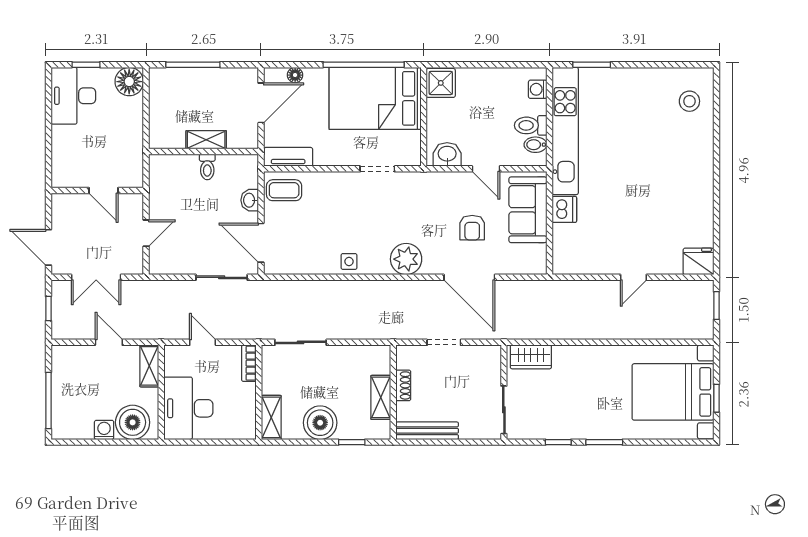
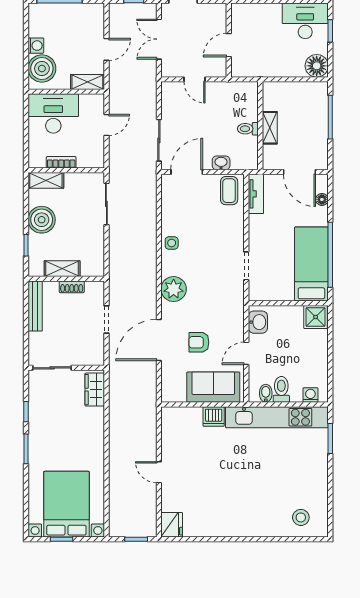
bed: (375, 98) -> (311, 264), width x0.67
bookcase: (249, 363) -> (61, 162), moved

